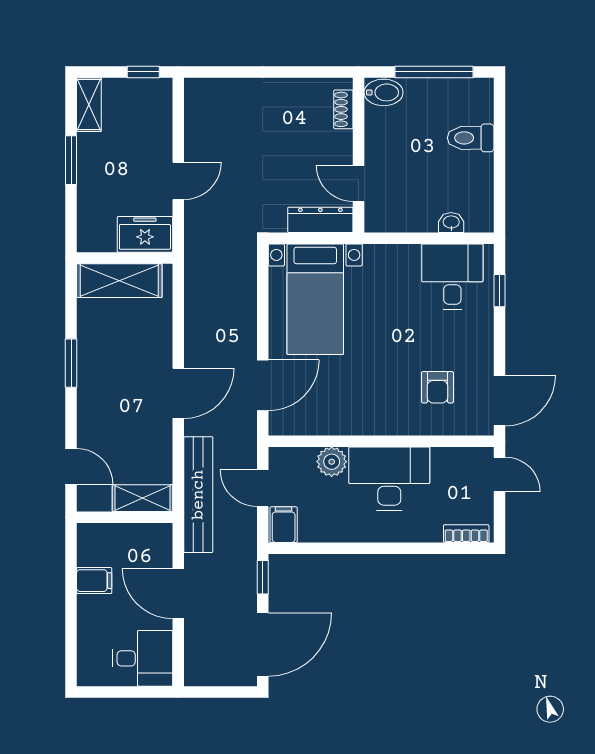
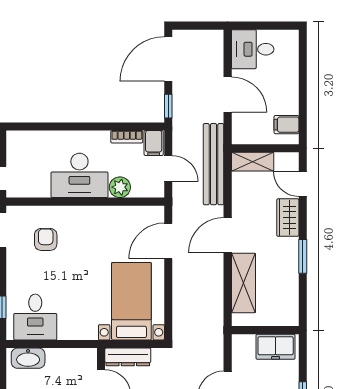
washbasin: (451, 223) -> (28, 358), width x1.91, depth x1.45
freezer: (145, 234) -> (276, 347), moved
shelving: (119, 281) -> (243, 283), moved, turned 90
wardrobe: (92, 418) -> (288, 218), added
bookcase: (466, 534) -> (127, 137), moved
filing cabinet: (94, 581) -> (286, 125), moved

